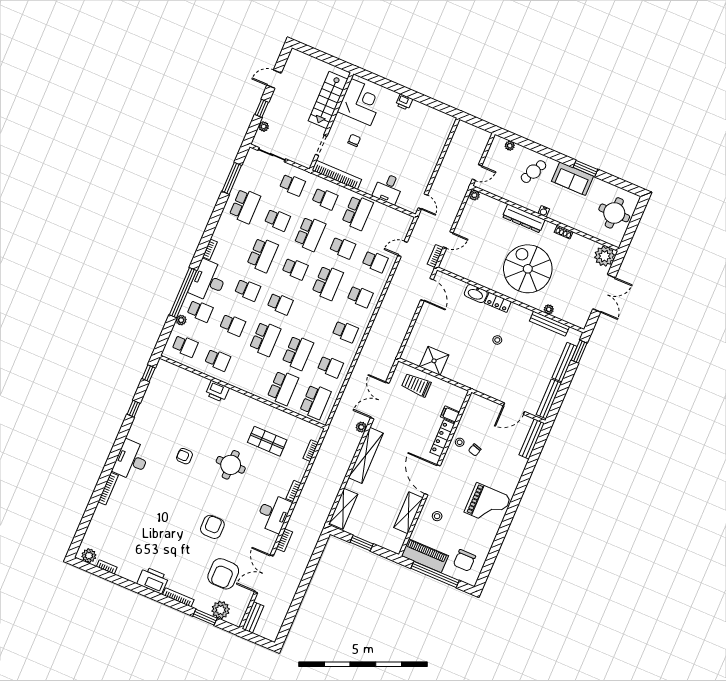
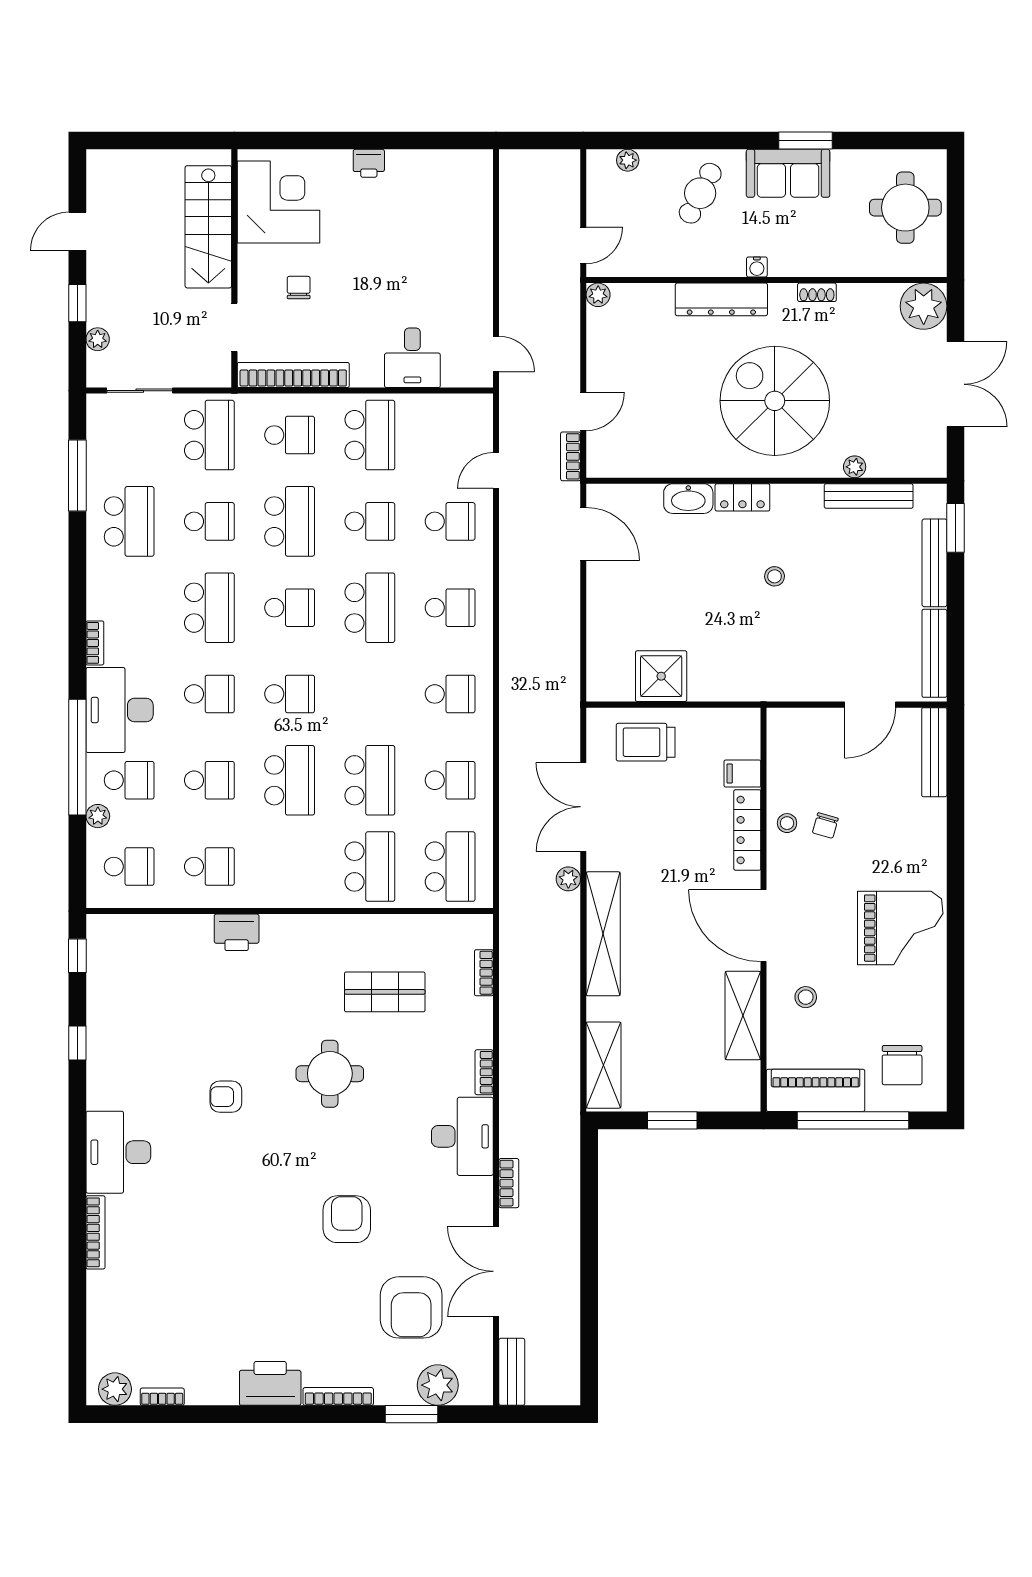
school desk: (292, 185) -> (209, 435), width x1.85

